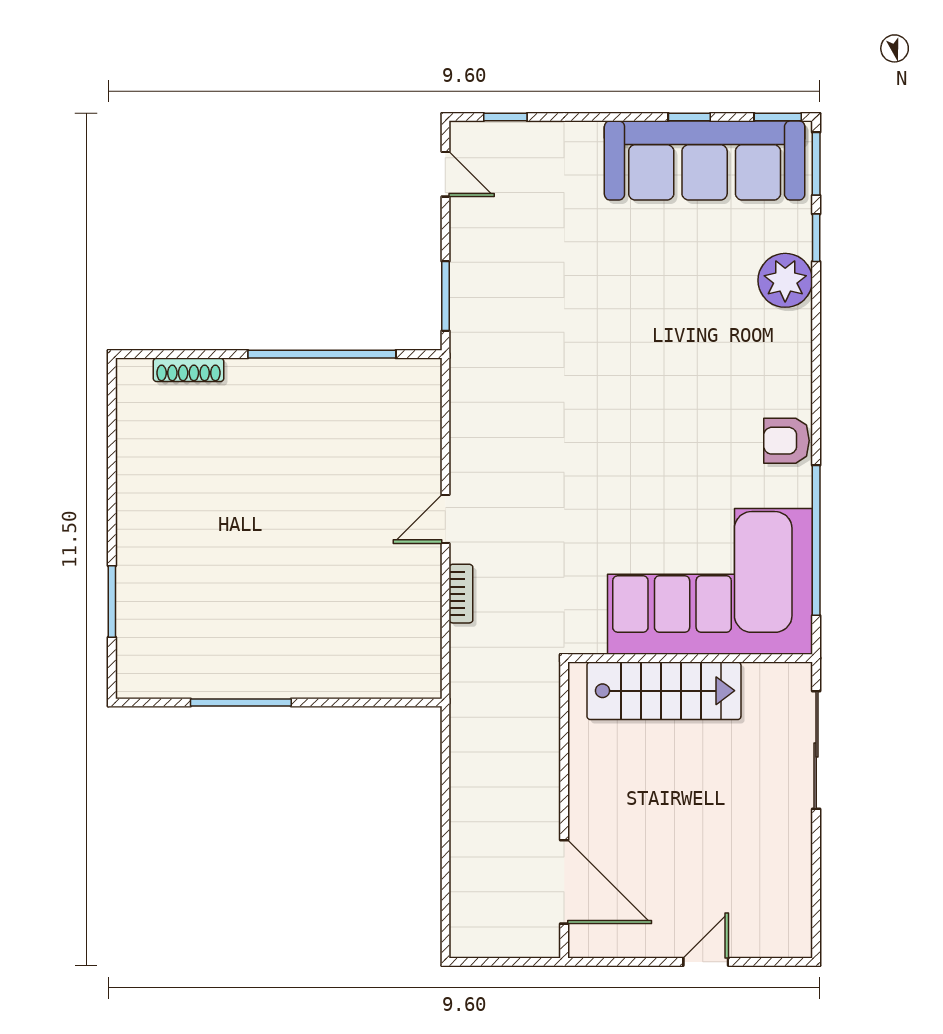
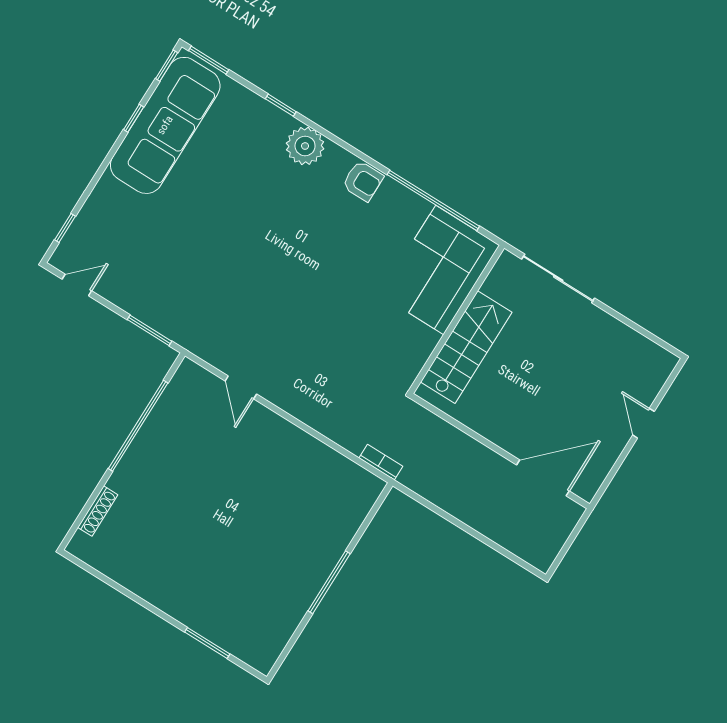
window: (816, 238) -> (281, 105), moved
plant: (785, 280) -> (305, 146), moved
armchair: (786, 441) -> (363, 181), turned -90
door: (445, 519) -> (241, 387), moved
corner sofa: (710, 581) -> (440, 270), width x0.73, depth x0.74
bookcase: (461, 594) -> (381, 462), moved
window: (241, 703) -> (329, 582), moved

